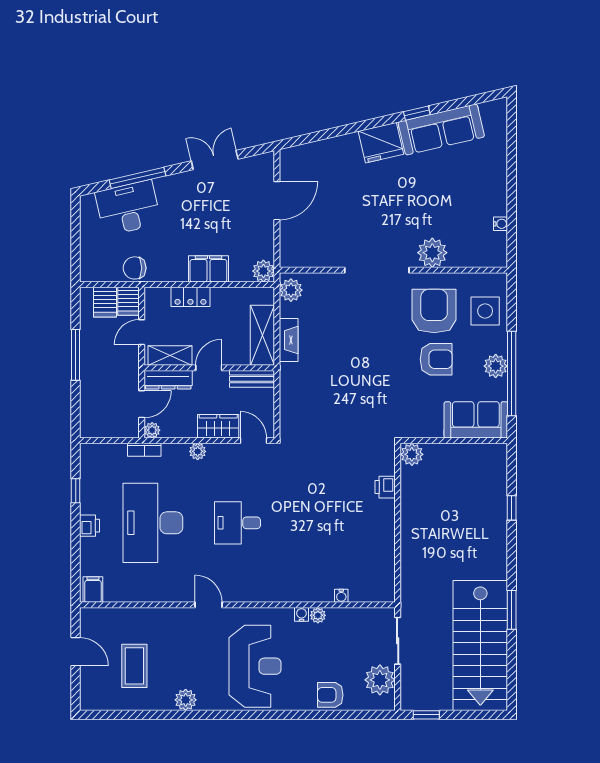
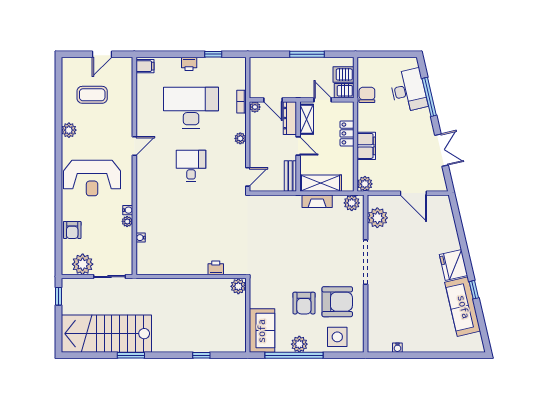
plant: (432, 253) -> (377, 218), moved
wardrobe: (218, 426) -> (258, 153), removed
armchair: (330, 695) -> (72, 230), turned 180

